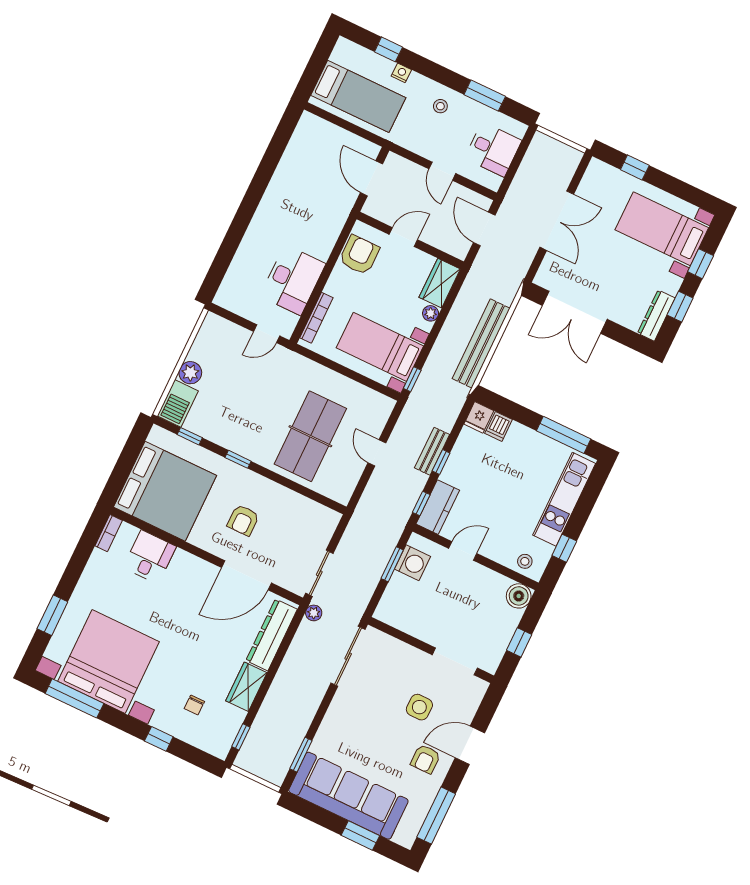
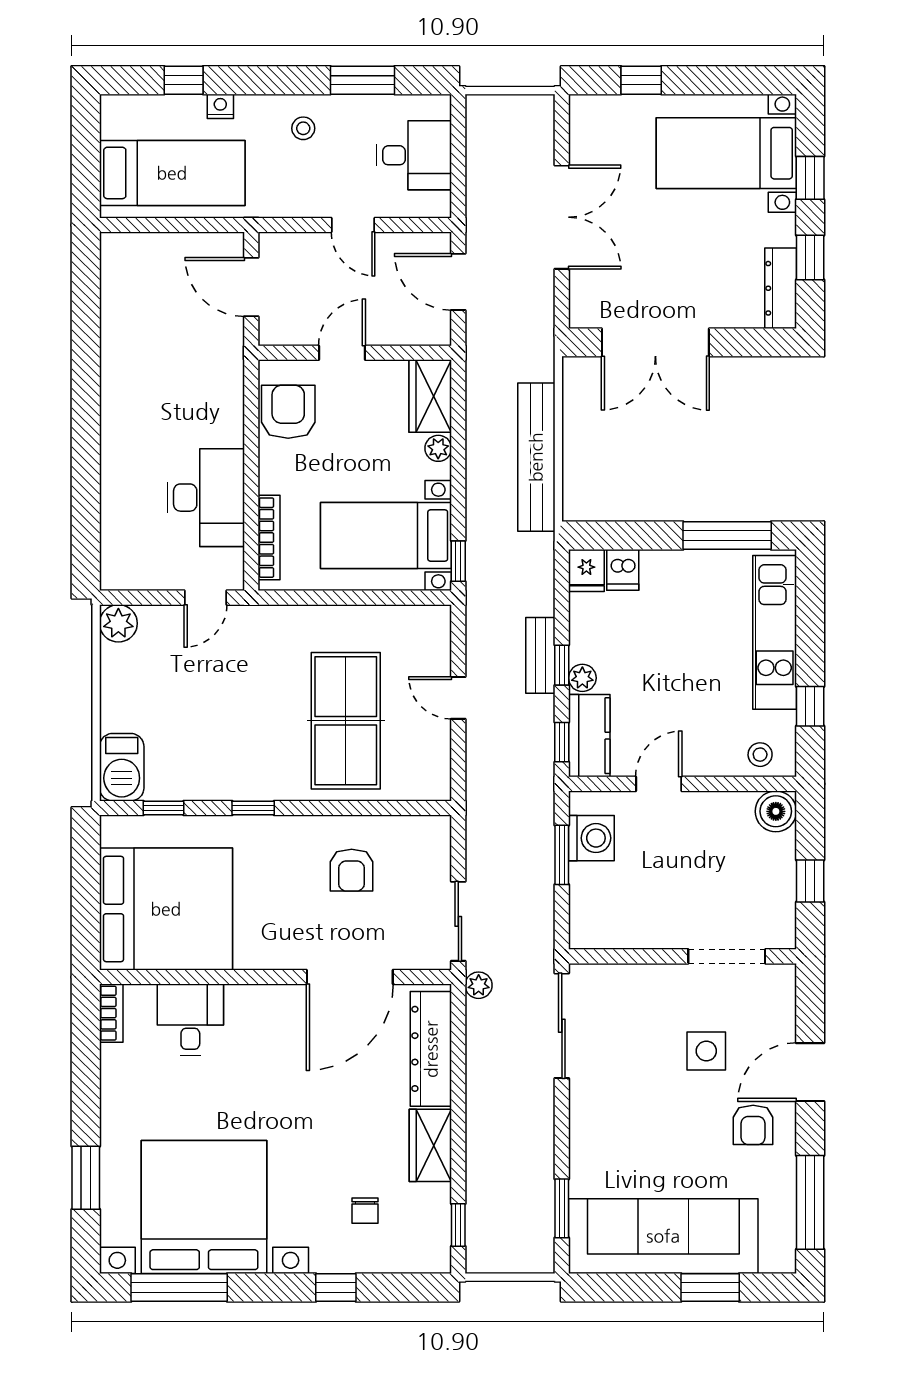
plant: (190, 373) -> (118, 623), moved
plant: (449, 474) -> (582, 678), added
armchair: (243, 520) -> (352, 870), moved

